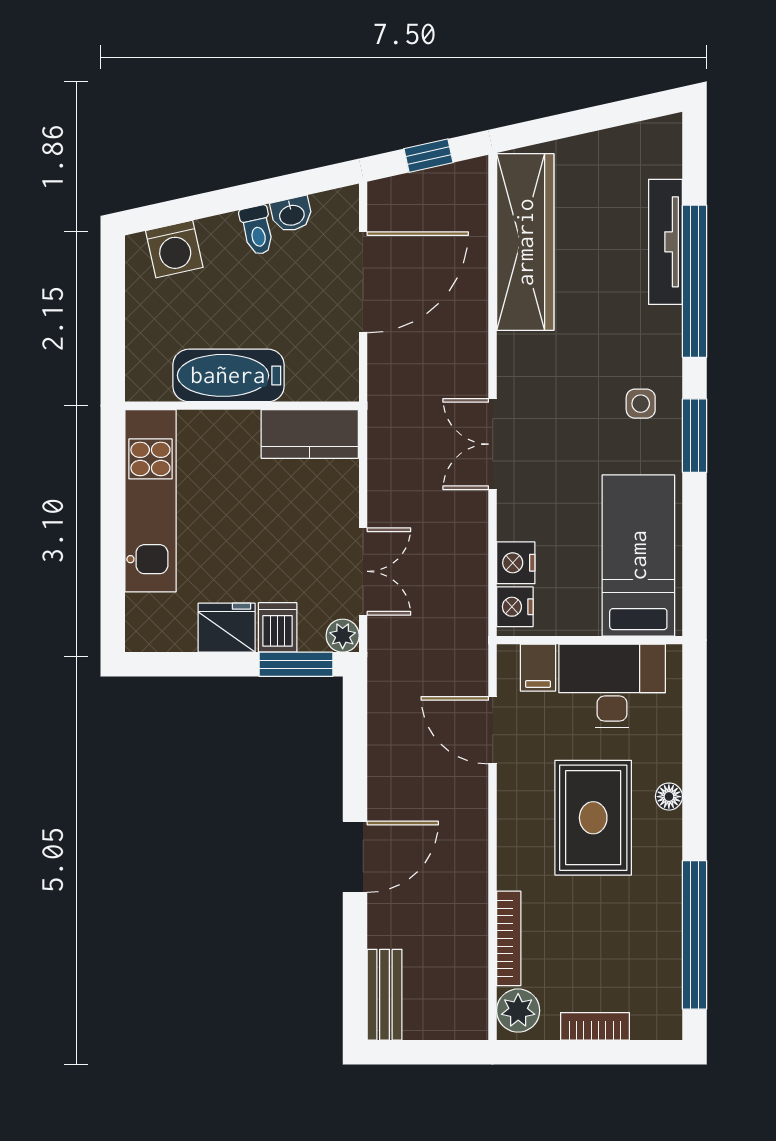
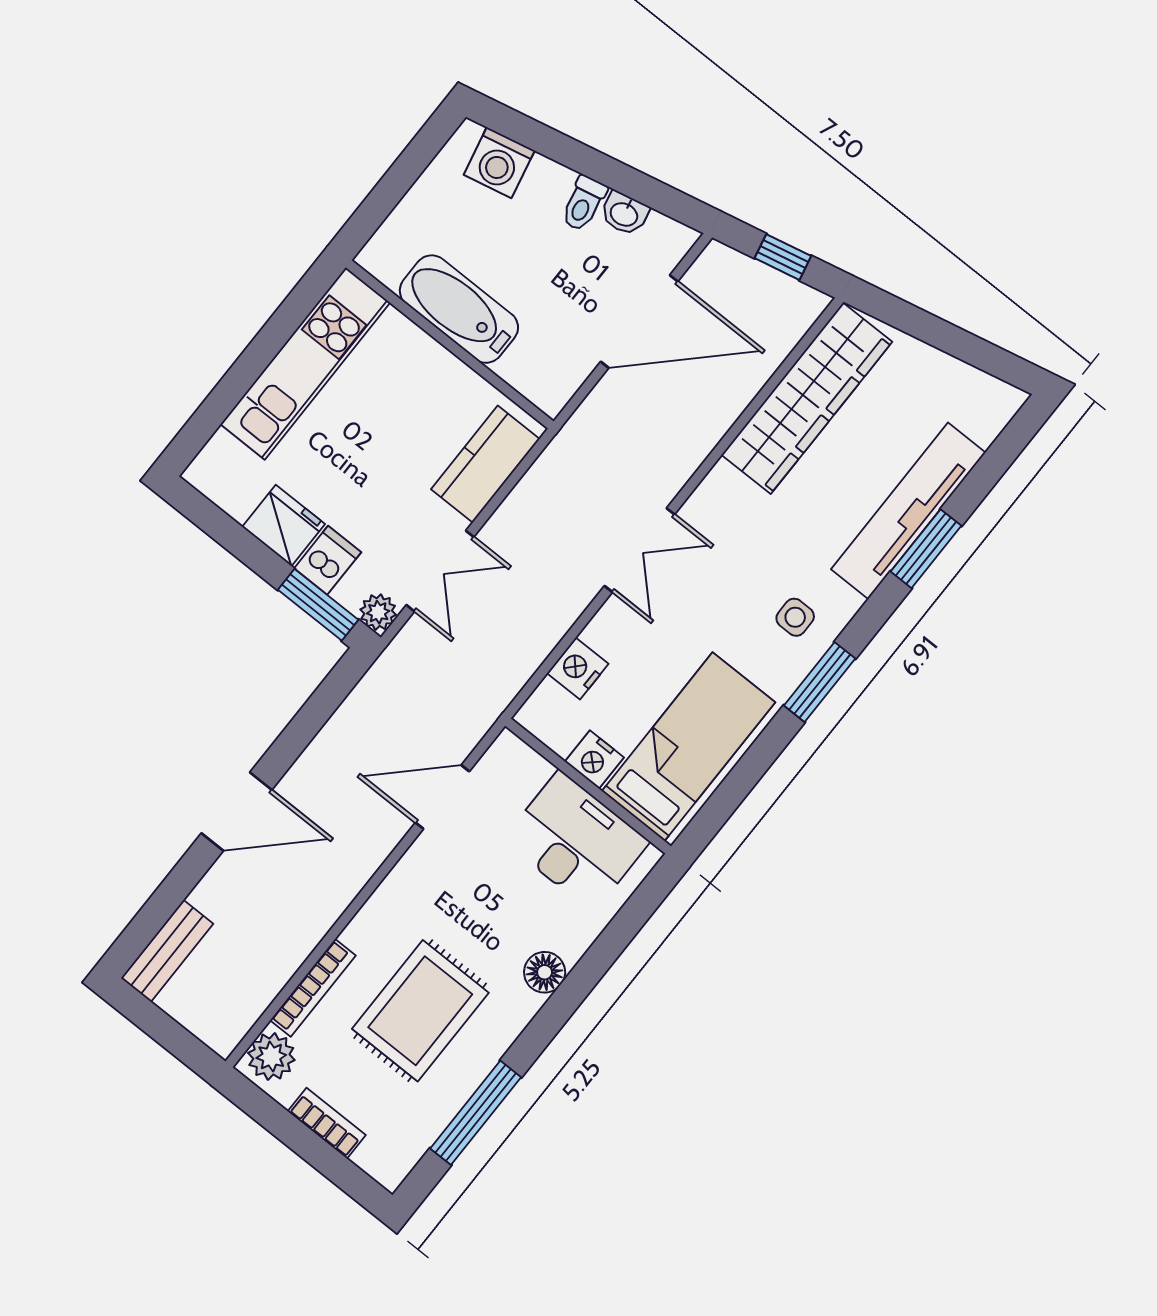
tv unit: (665, 242) -> (908, 511), width x1.36, depth x1.29
window: (695, 281) -> (926, 549), width x0.47
kitchen counter: (310, 434) -> (485, 464), moved, turned 90
double door: (493, 444) -> (639, 550), swing flipped
nightstand: (515, 607) -> (594, 760), moved, turned -90
filing cabinet: (538, 668) -> (525, 774), removed
door: (493, 730) -> (442, 797), hinge flipped
floor lamp: (669, 797) -> (545, 972), width x1.37, depth x1.37
rug: (593, 818) -> (420, 1011), moved
window: (695, 935) -> (476, 1113), width x0.68

